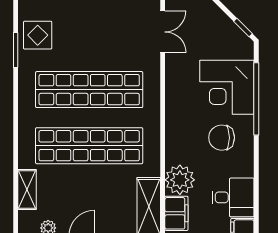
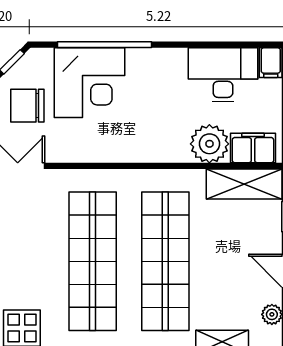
chair: (222, 138) -> (27, 106), moved, turned 90
desk: (233, 197) -> (223, 75), width x1.37

